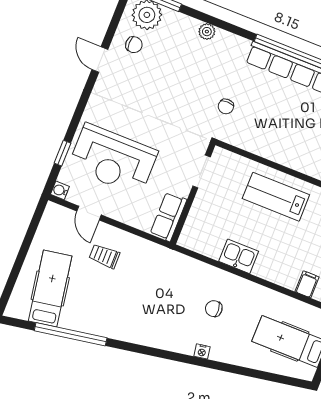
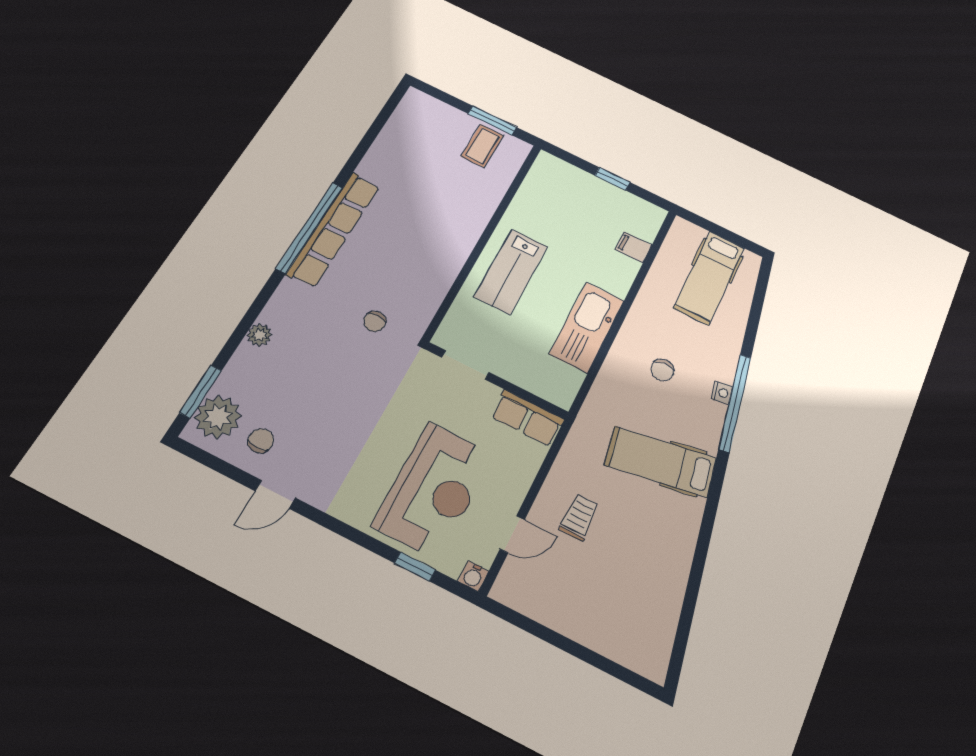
chair: (226, 106) -> (375, 322), turned 90
trolley: (104, 256) -> (579, 517), turned 180
kitchen sink: (239, 256) -> (587, 327), width x1.87, depth x1.24
hospital bed: (50, 289) -> (661, 462), moved
window: (71, 334) -> (735, 403), moved

